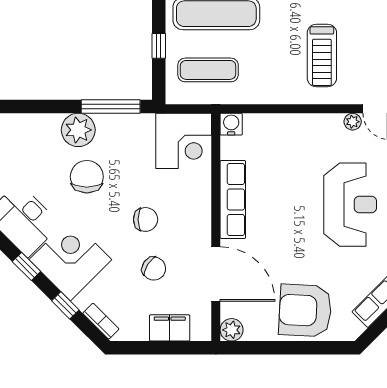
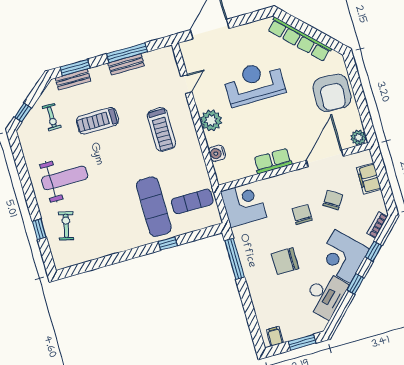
window: (159, 46) -> (168, 243), moved
treadmill: (322, 55) -> (161, 130), turned 90
exercise mat: (208, 70) -> (192, 202), turned 90
plant: (353, 122) -> (211, 120), moved, width x1.87, depth x1.87
water cooler: (231, 124) -> (217, 153), moved
plant: (78, 130) -> (256, 276), removed
row of seats: (233, 199) -> (273, 161), width x0.68

